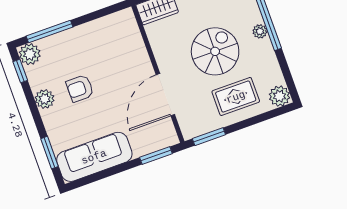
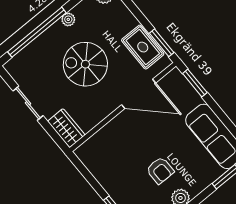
plant: (260, 31) -> (68, 19), moved
rug: (236, 97) -> (143, 47), moved

